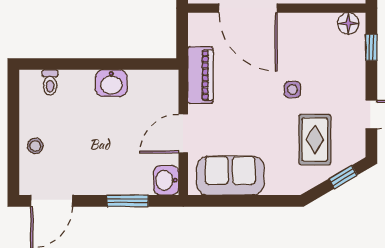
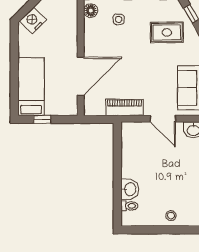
washbasin: (111, 83) -> (130, 189), moved
side table: (292, 89) -> (119, 19), moved

